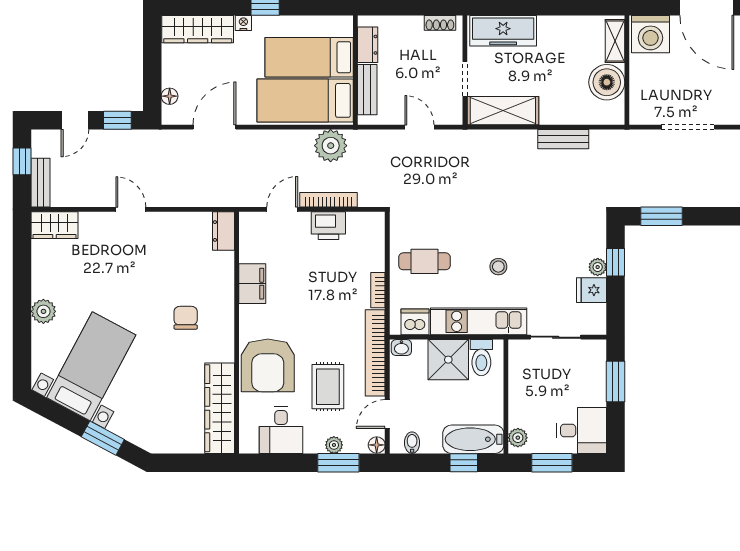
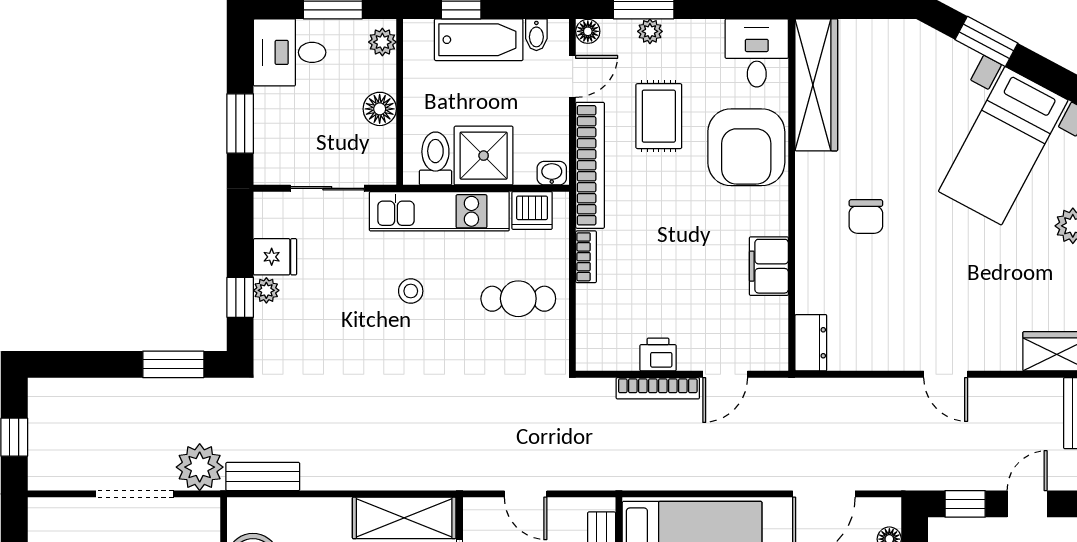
bench: (563, 139) -> (263, 476), moved
plant: (331, 146) -> (200, 467), moved
printer: (328, 226) -> (658, 355), width x0.73, depth x0.81
armchair: (268, 365) -> (746, 147), turned 180
floor lamp: (520, 392) -> (380, 109), added
desk: (281, 430) -> (757, 53), moved
bathtub: (473, 439) -> (479, 40), moved

